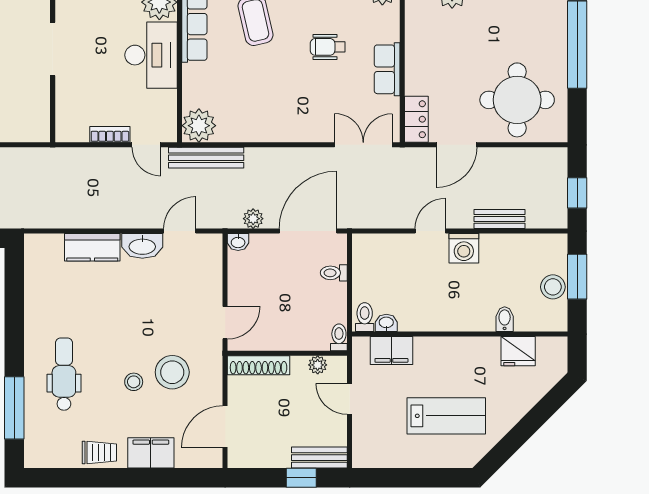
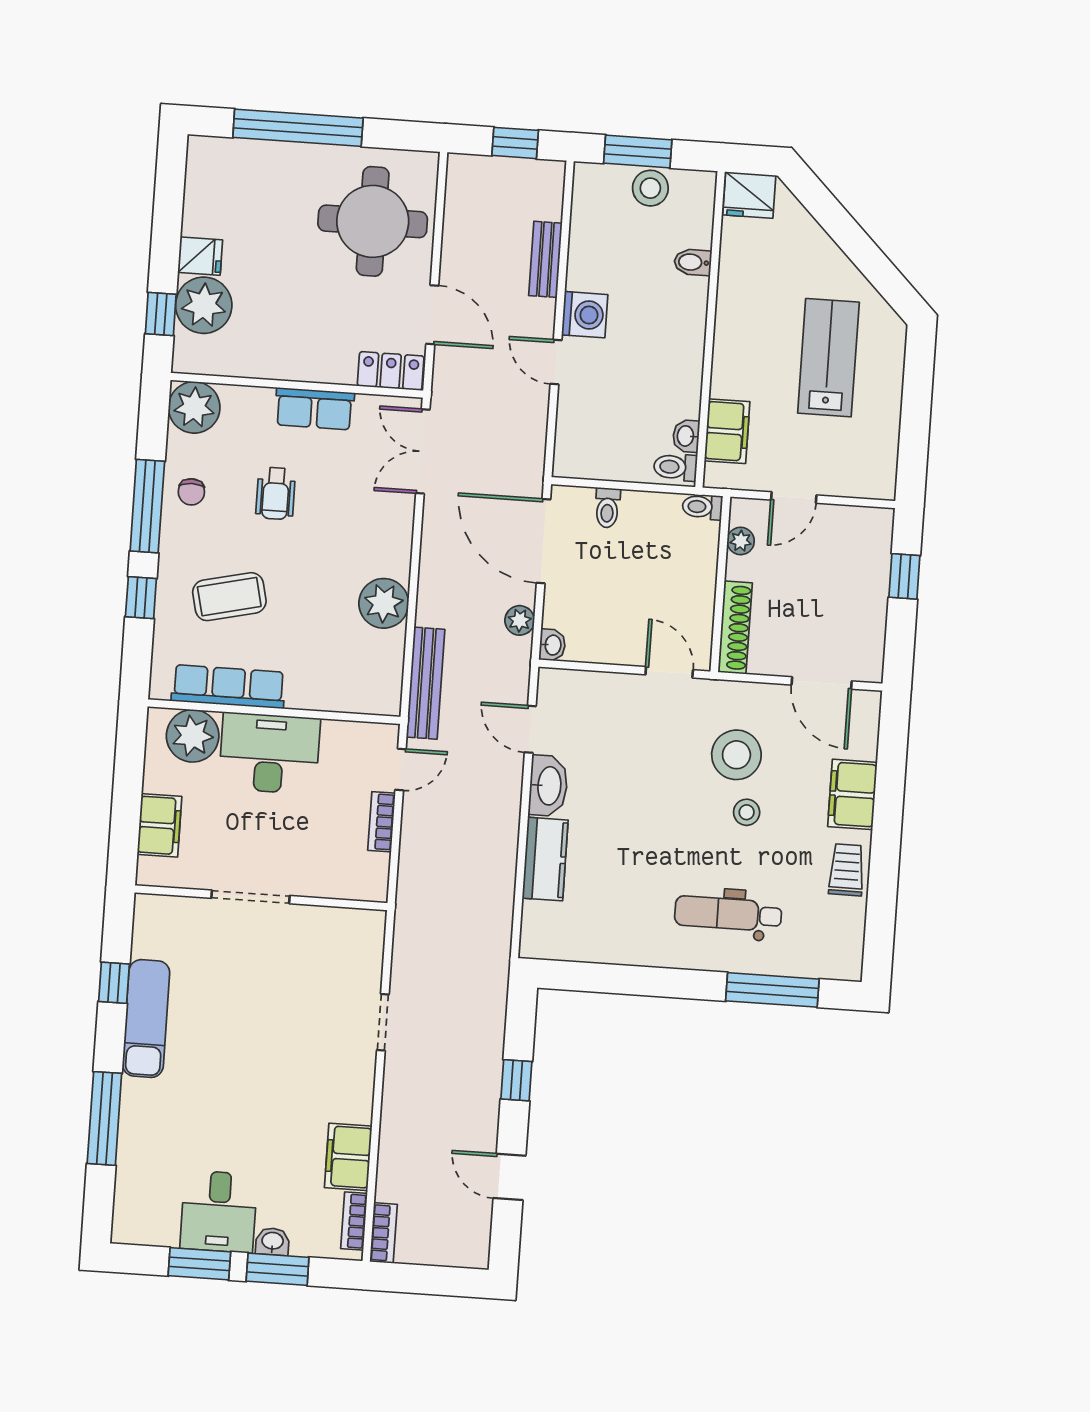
plant: (199, 126) -> (384, 603), moved
fridge: (518, 351) -> (749, 195), moved, turned 90
bench: (319, 458) -> (877, 548), removed

